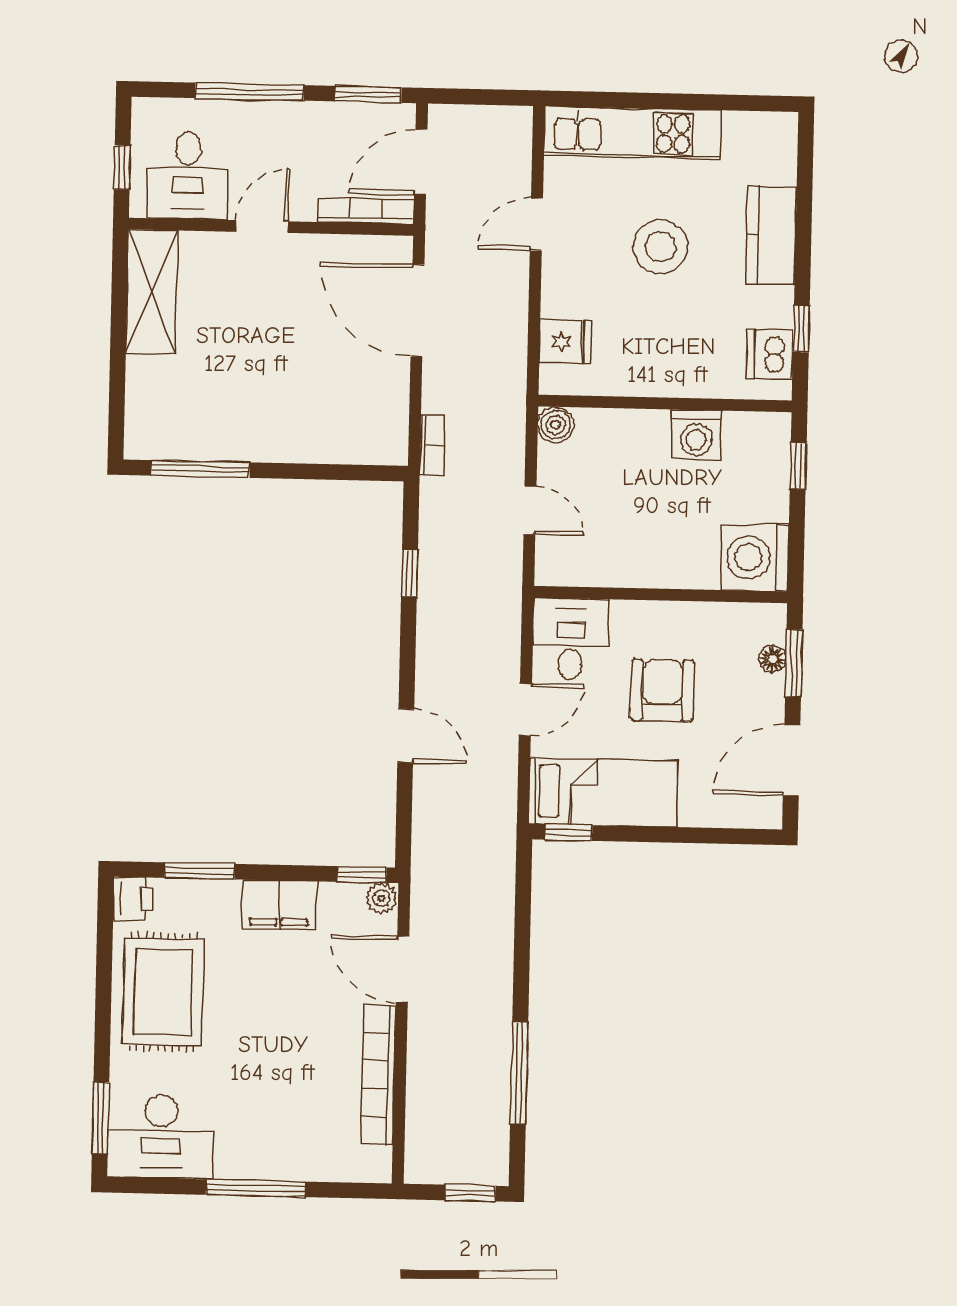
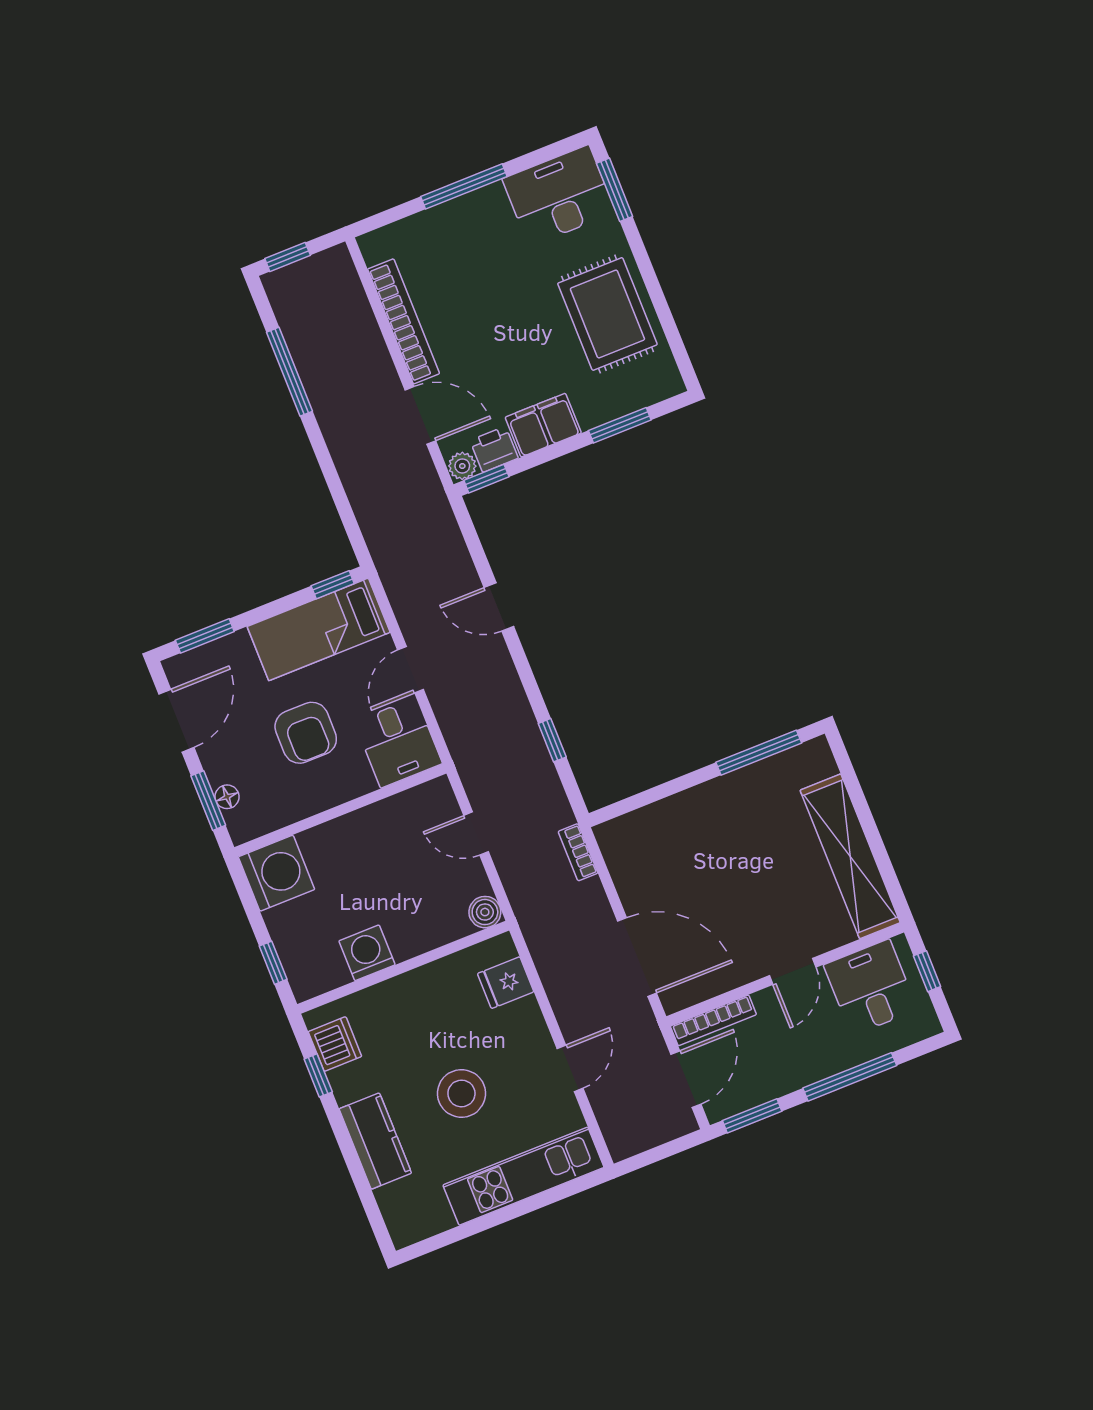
shelving: (152, 292) -> (850, 856), width x1.47
window: (724, 836) -> (205, 636), added
printer: (133, 899) -> (494, 449), moved, turned 90

